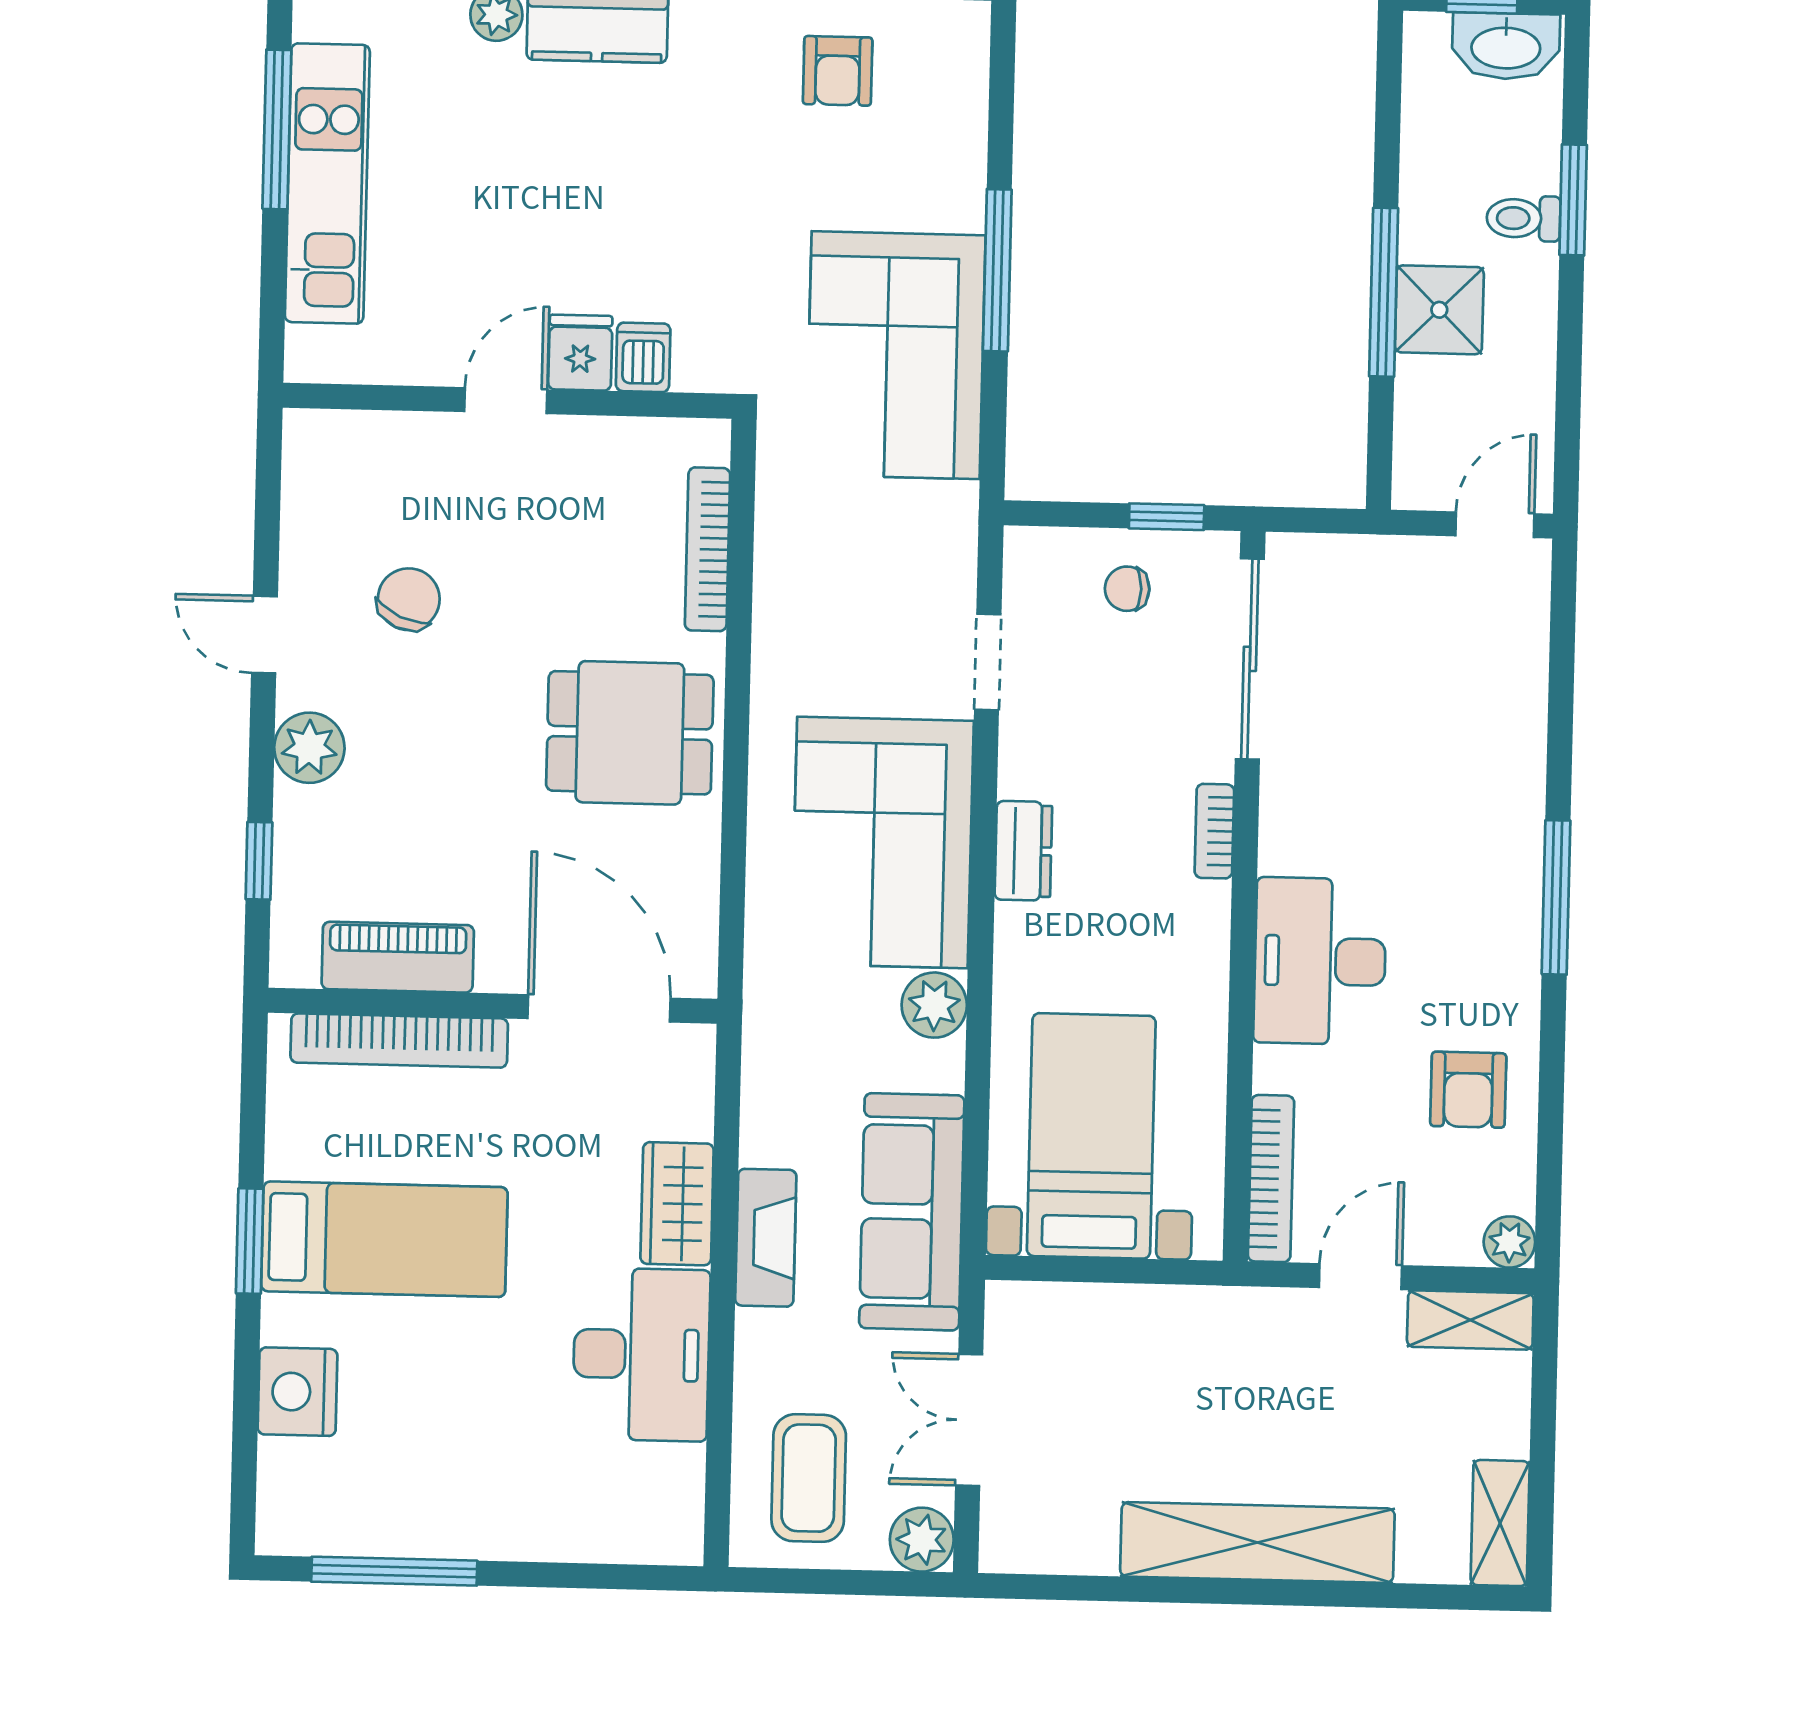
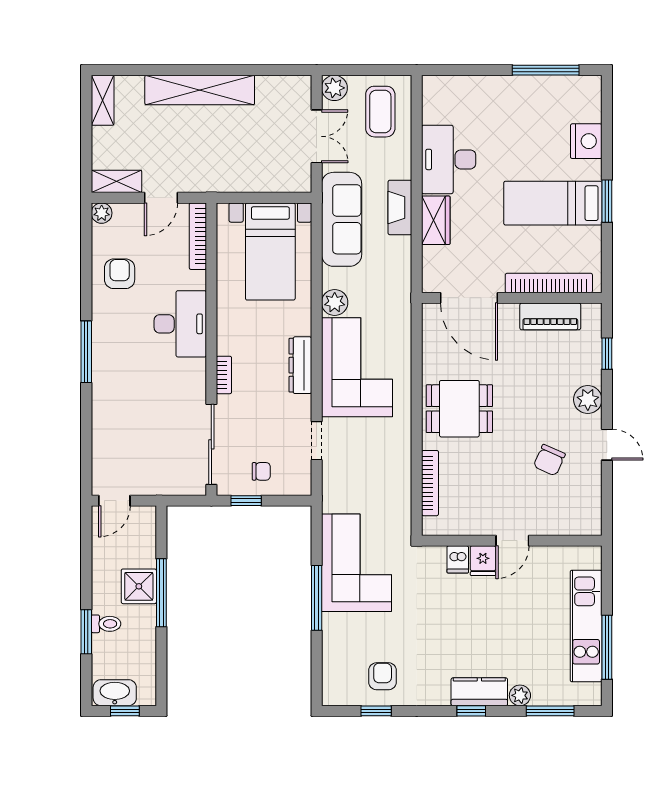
dresser: (1023, 851) -> (300, 365), width x1.44

